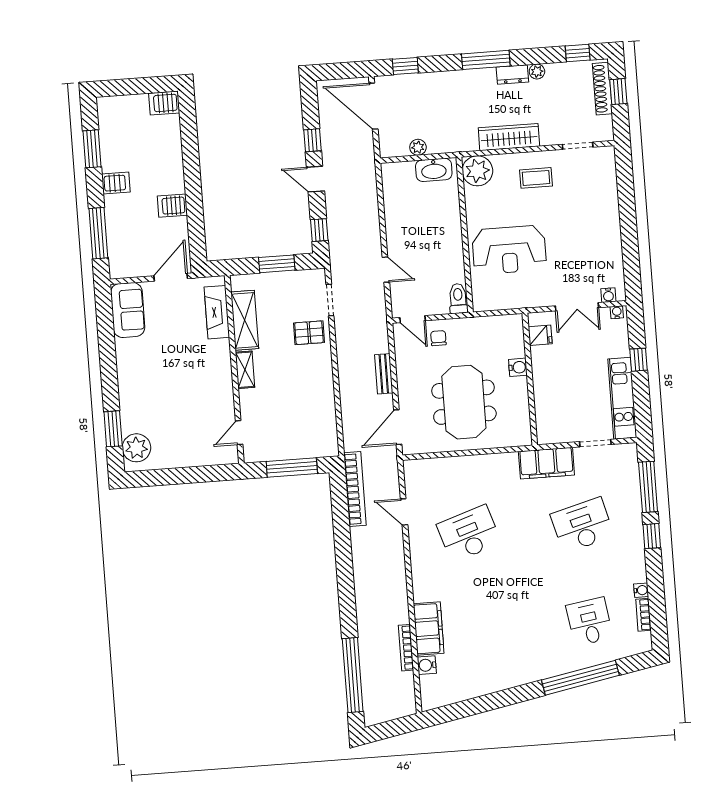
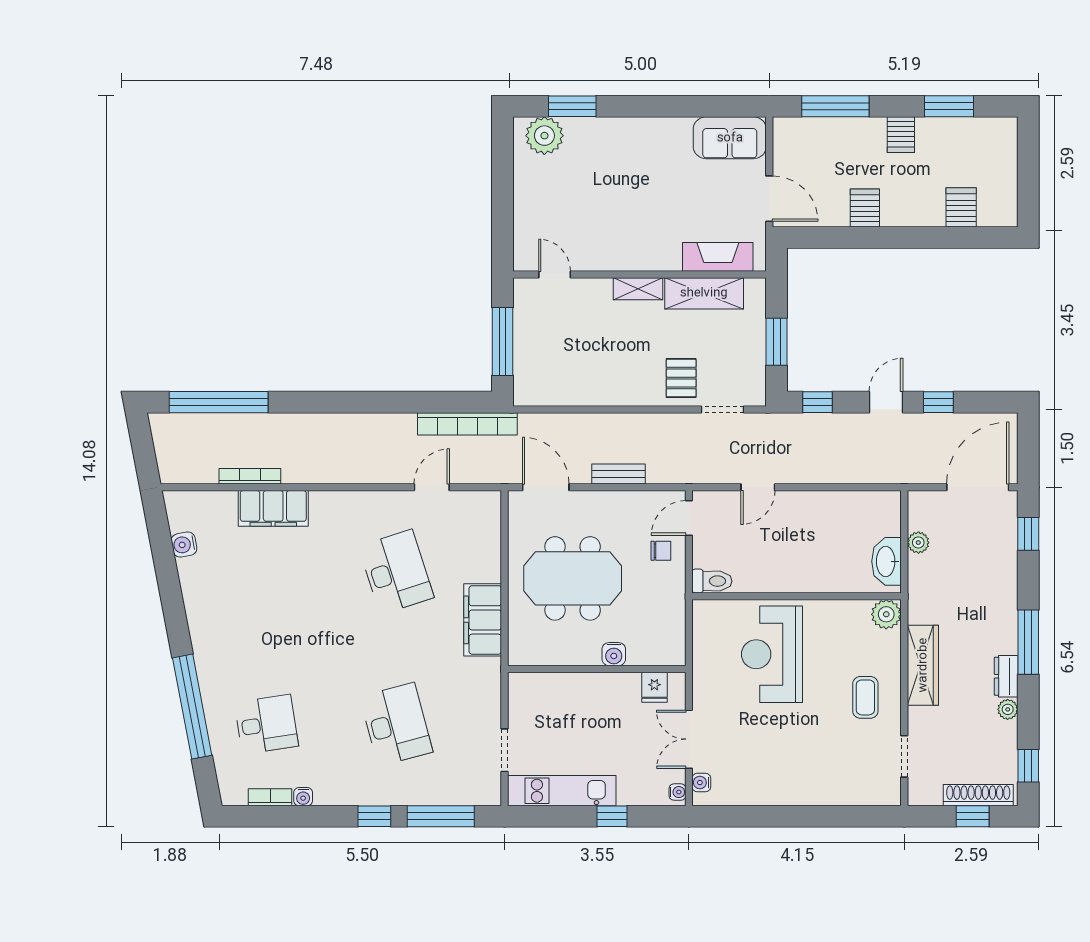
server rack: (164, 103) -> (961, 207), moved
plant: (477, 171) -> (886, 614), width x0.73, depth x0.73
filing cabinet: (546, 463) -> (483, 620), moved
water cooler: (427, 665) -> (184, 545), moved, turned -101

